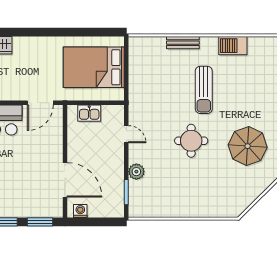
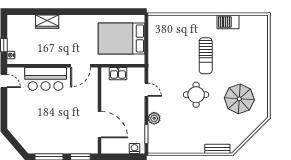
bench: (183, 43) -> (217, 149), moved
washing machine: (80, 211) -> (134, 149), moved

